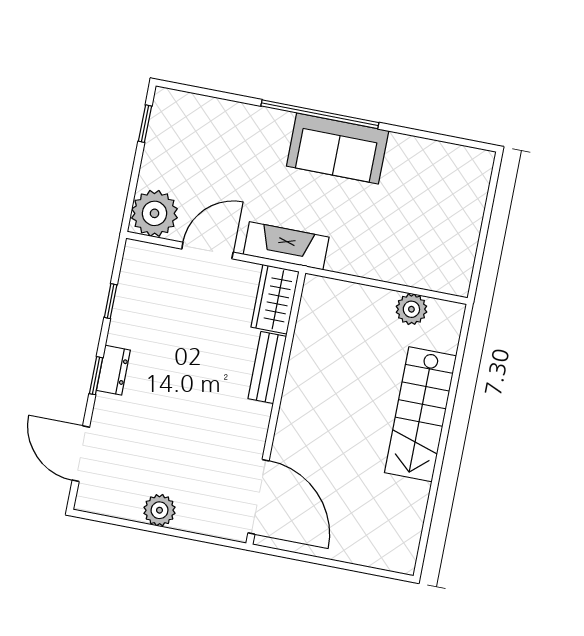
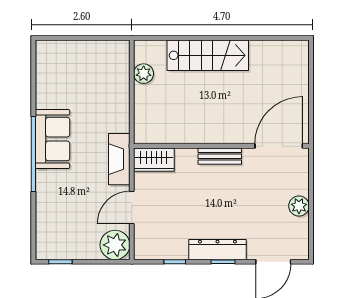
door: (207, 251) -> (132, 208), hinge flipped
bench: (267, 368) -> (220, 156), moved
dresser: (113, 370) -> (217, 250), width x1.96, depth x1.24

